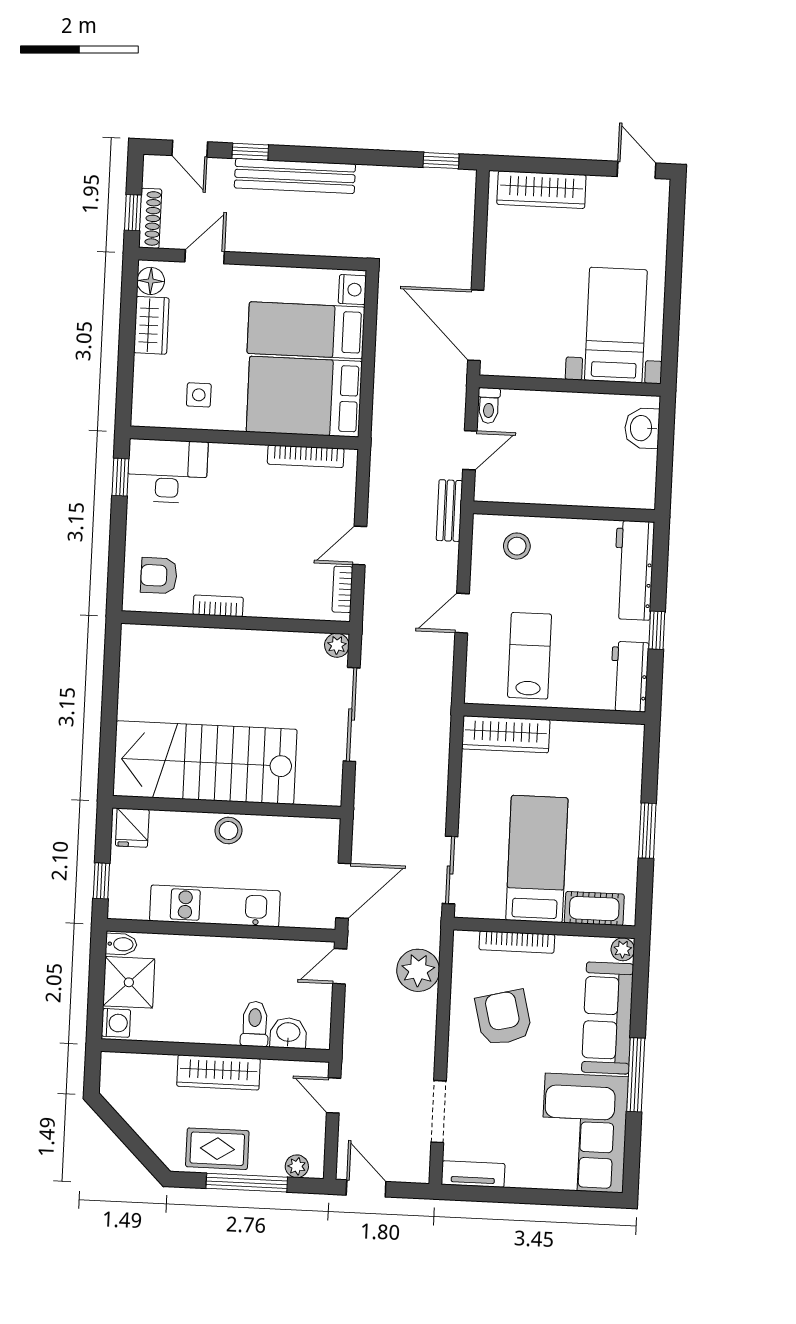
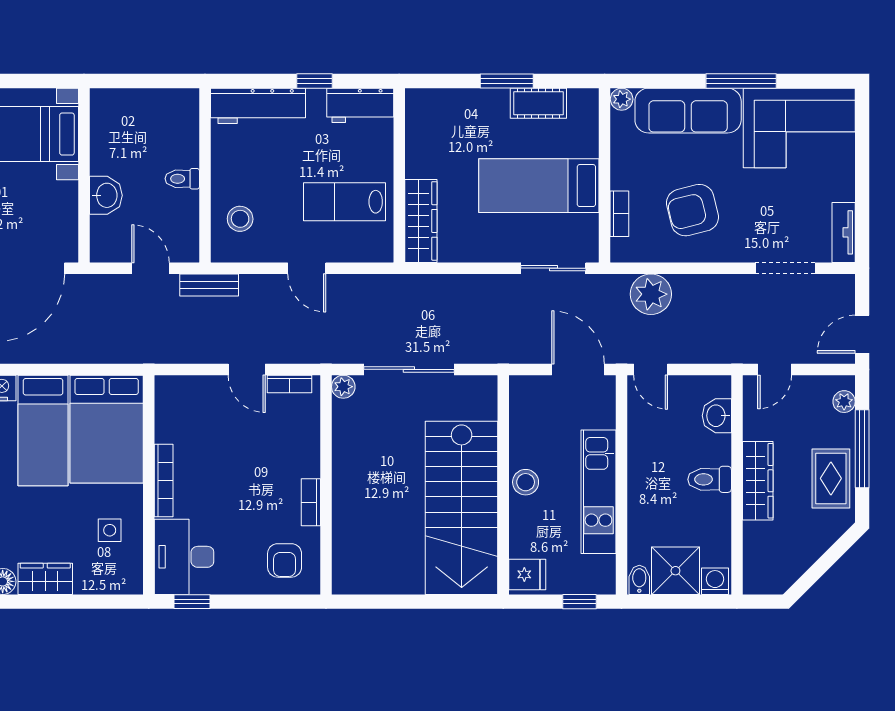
toilet: (489, 405) -> (182, 179), moved, turned 180
washbasin: (642, 428) -> (106, 195), moved, turned -90
bookcase: (306, 456) -> (164, 480), moved
cot: (594, 909) -> (538, 103), moved, turned 90
bookcase: (517, 942) -> (619, 214), width x0.64
toilet: (255, 1024) -> (710, 479), moved

